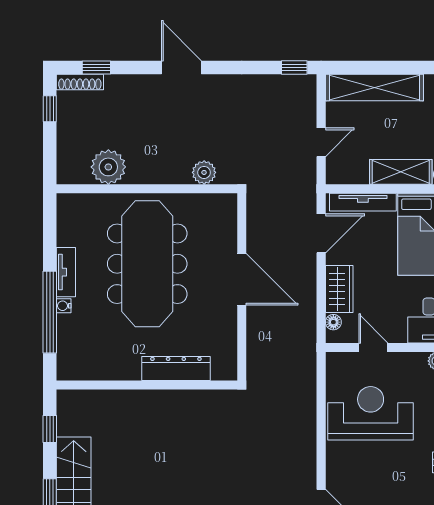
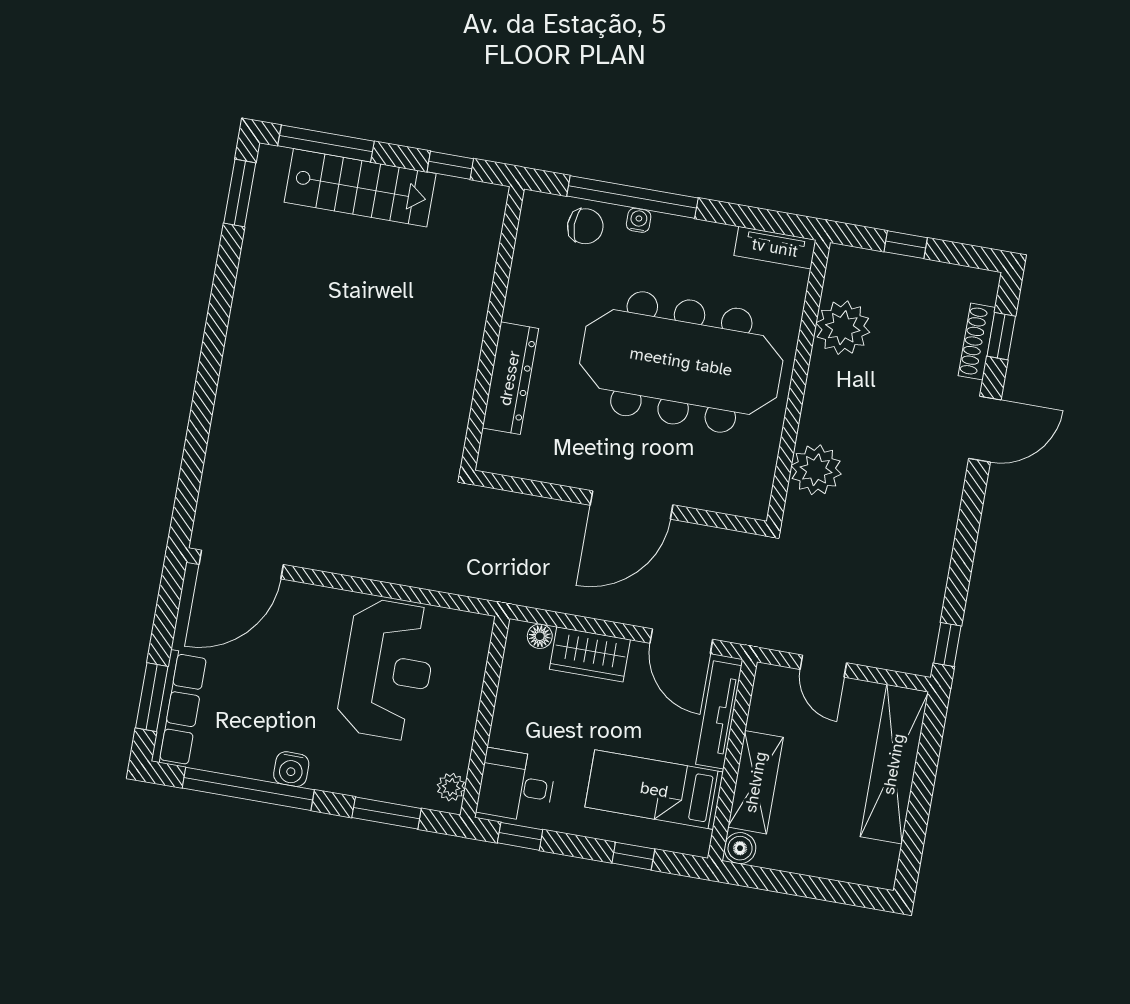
door: (181, 67) -> (985, 429), moved
shoe rack: (80, 82) -> (977, 342), moved
window: (50, 109) -> (906, 245), moved
plant: (204, 172) -> (816, 470), width x1.36, depth x1.36
tv unit: (66, 272) -> (775, 248), moved
chair: (73, 338) -> (585, 226), added
door: (373, 348) -> (489, 692), removed

